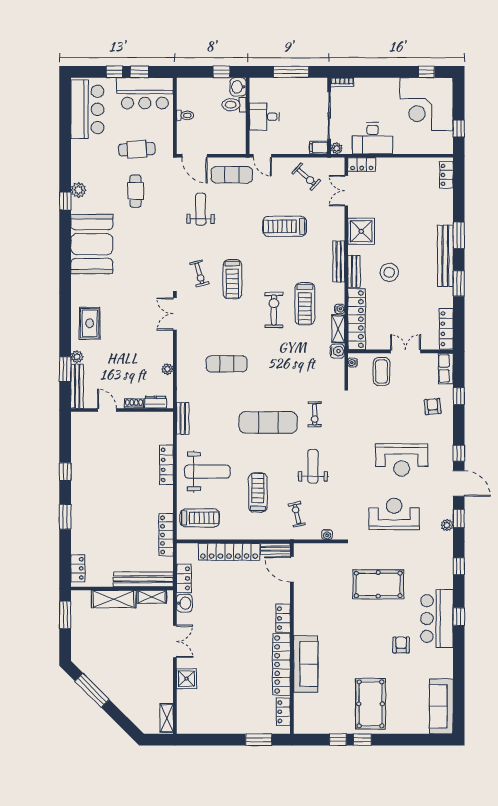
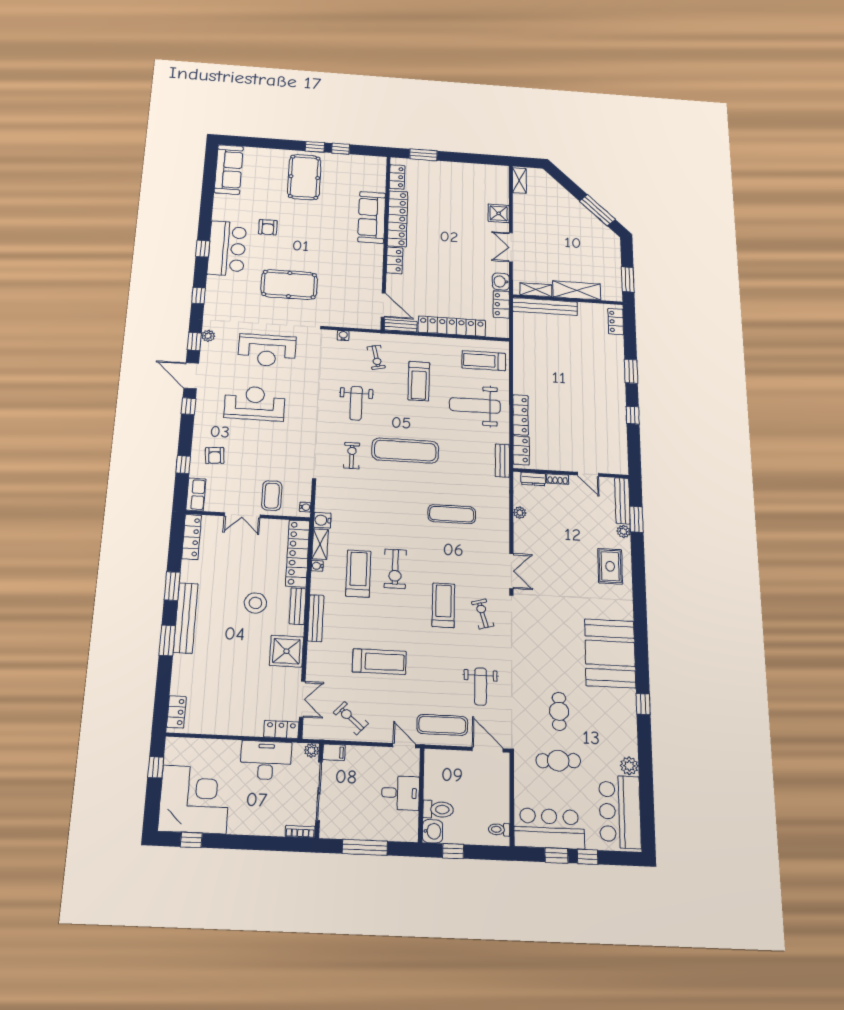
toilet: (185, 115) -> (499, 829), moved
plant: (78, 190) -> (629, 766), moved
locker: (166, 535) -> (521, 450), moved, width x0.66

